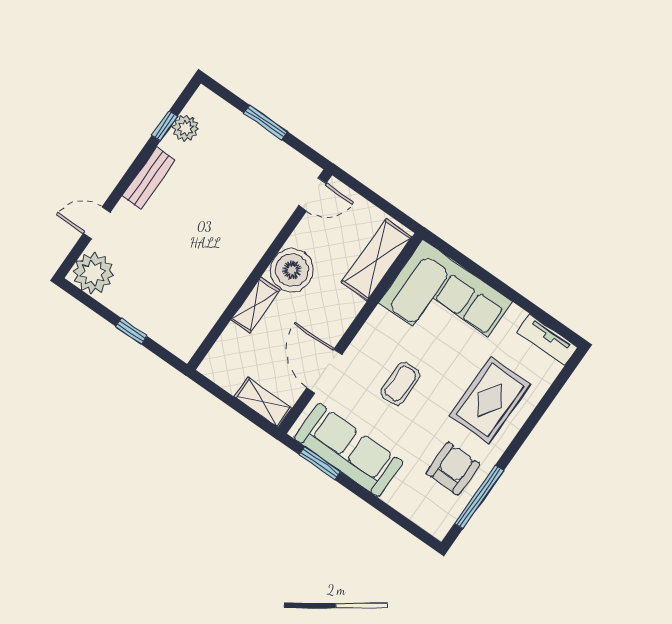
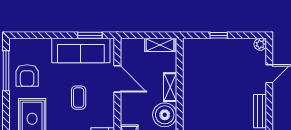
plant: (93, 273) -> (260, 44), width x0.53, depth x0.53
shelving: (263, 402) -> (160, 45), moved

